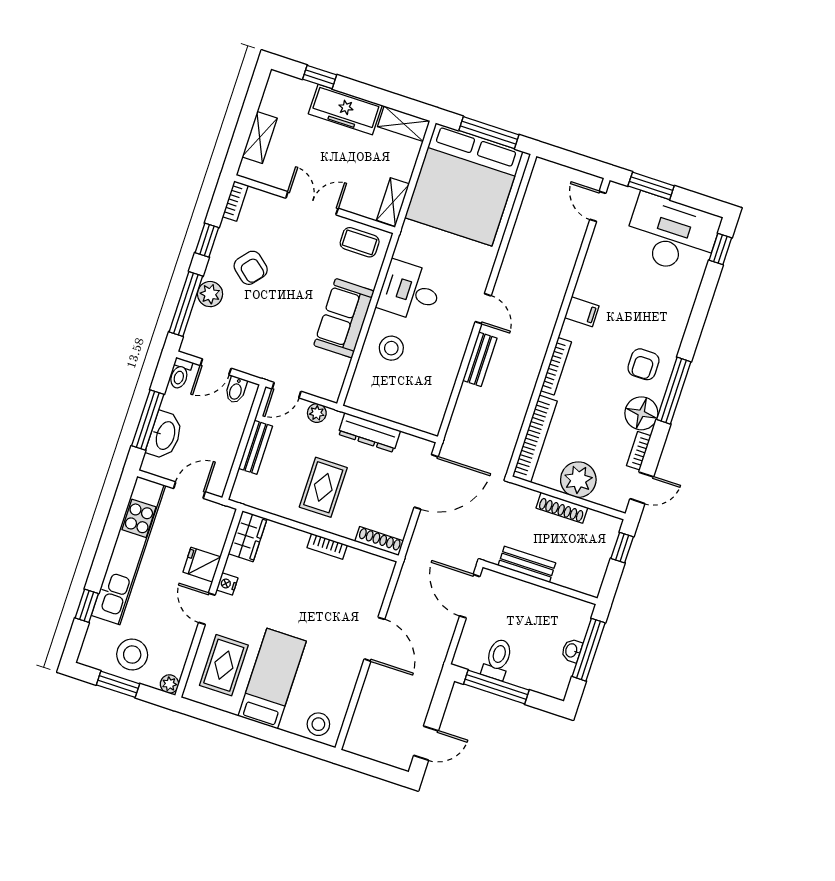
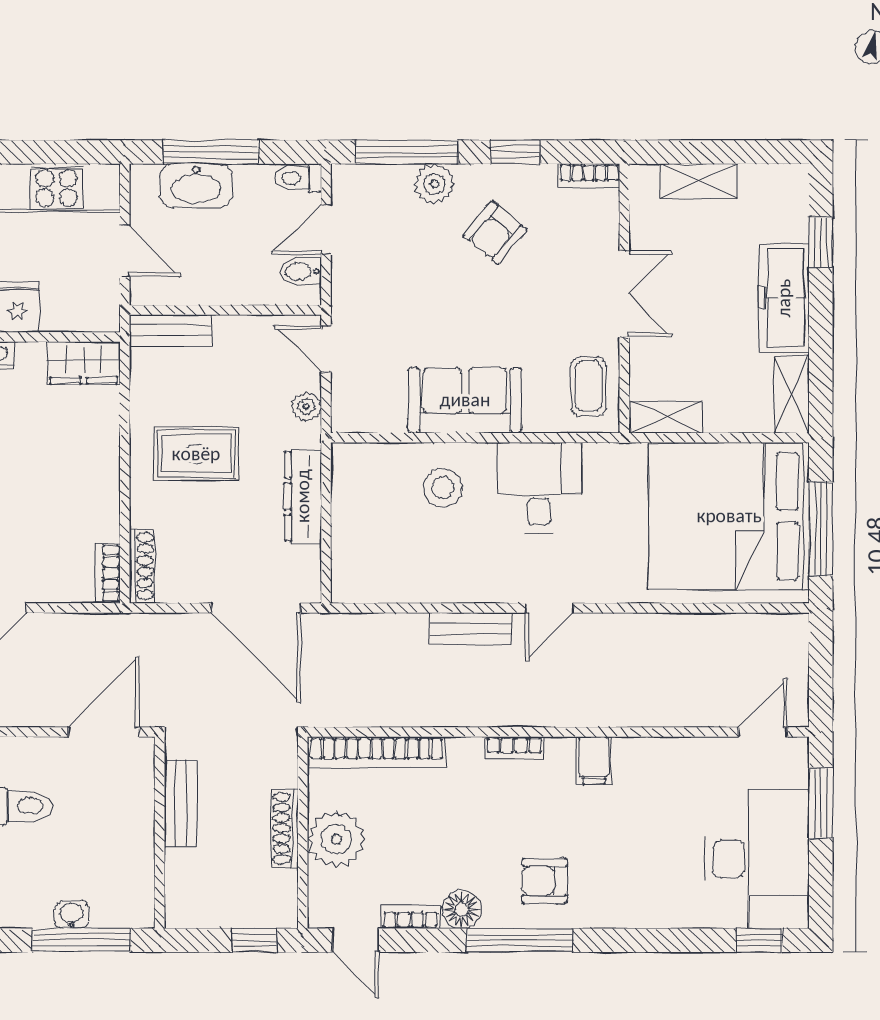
bookcase: (556, 366) -> (514, 748), width x0.64
door: (216, 367) -> (326, 229), hinge flipped
floor lamp: (641, 413) -> (462, 909), width x0.73, depth x0.73
bench: (255, 447) -> (170, 330), moved
bookcase: (327, 546) -> (108, 573), moved

